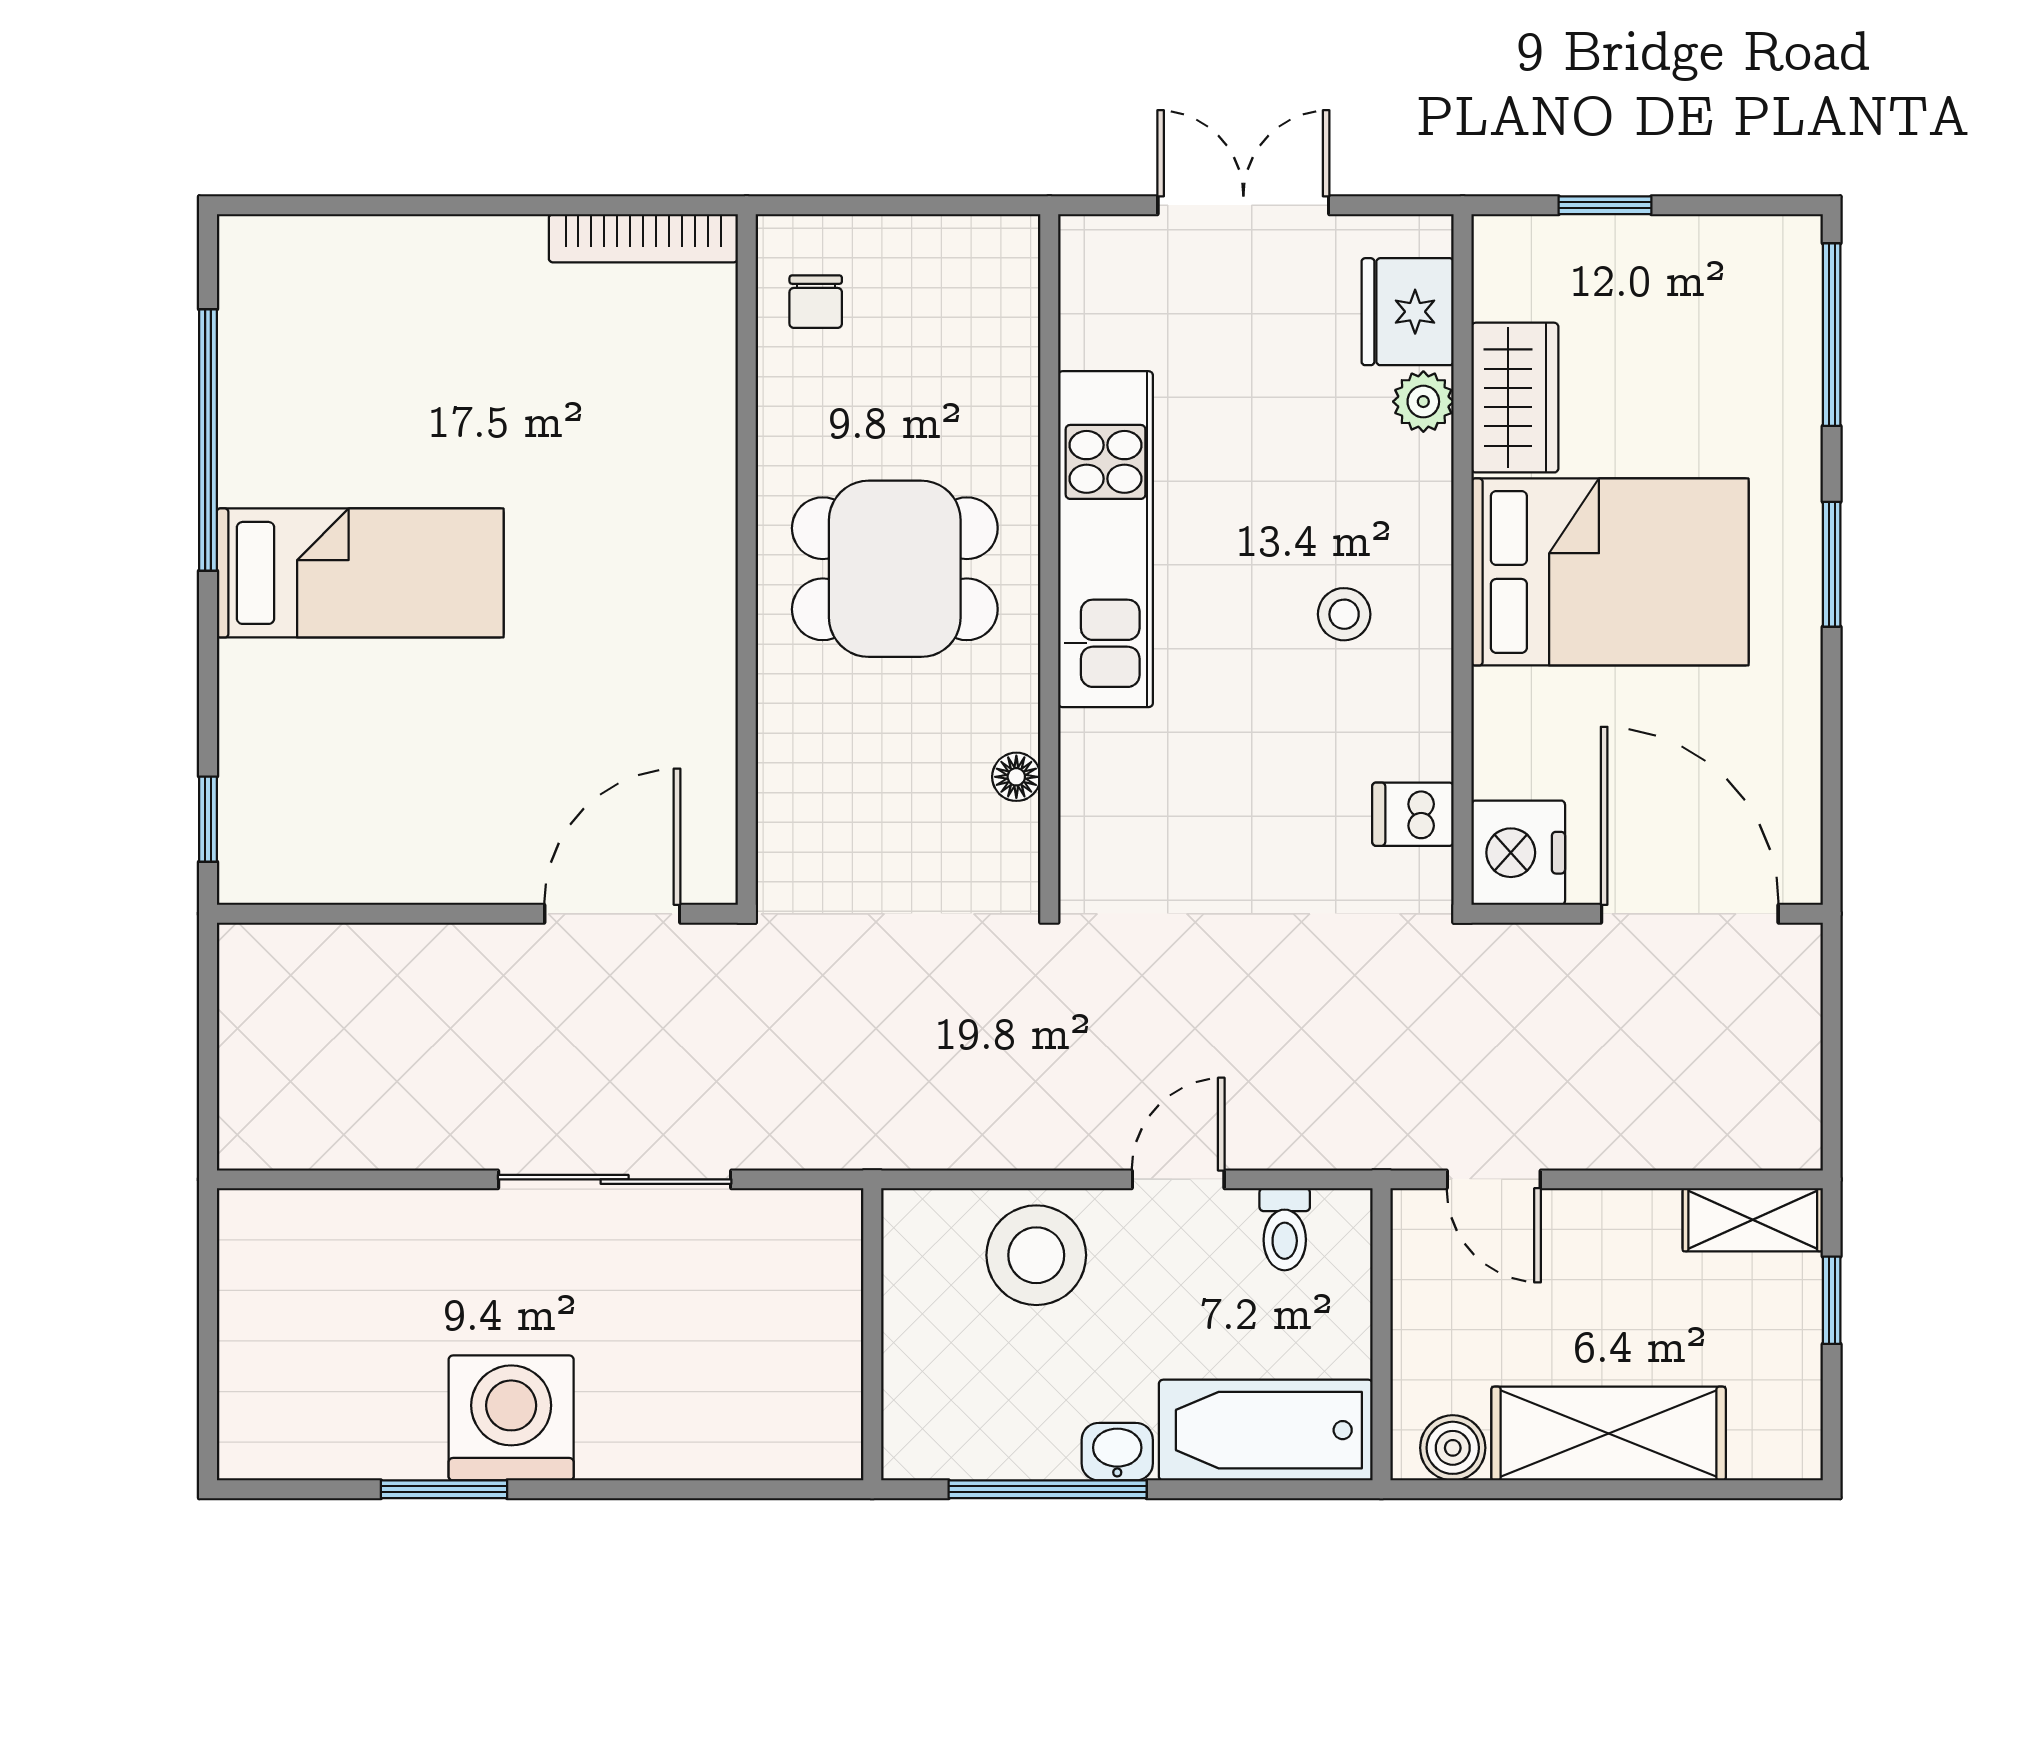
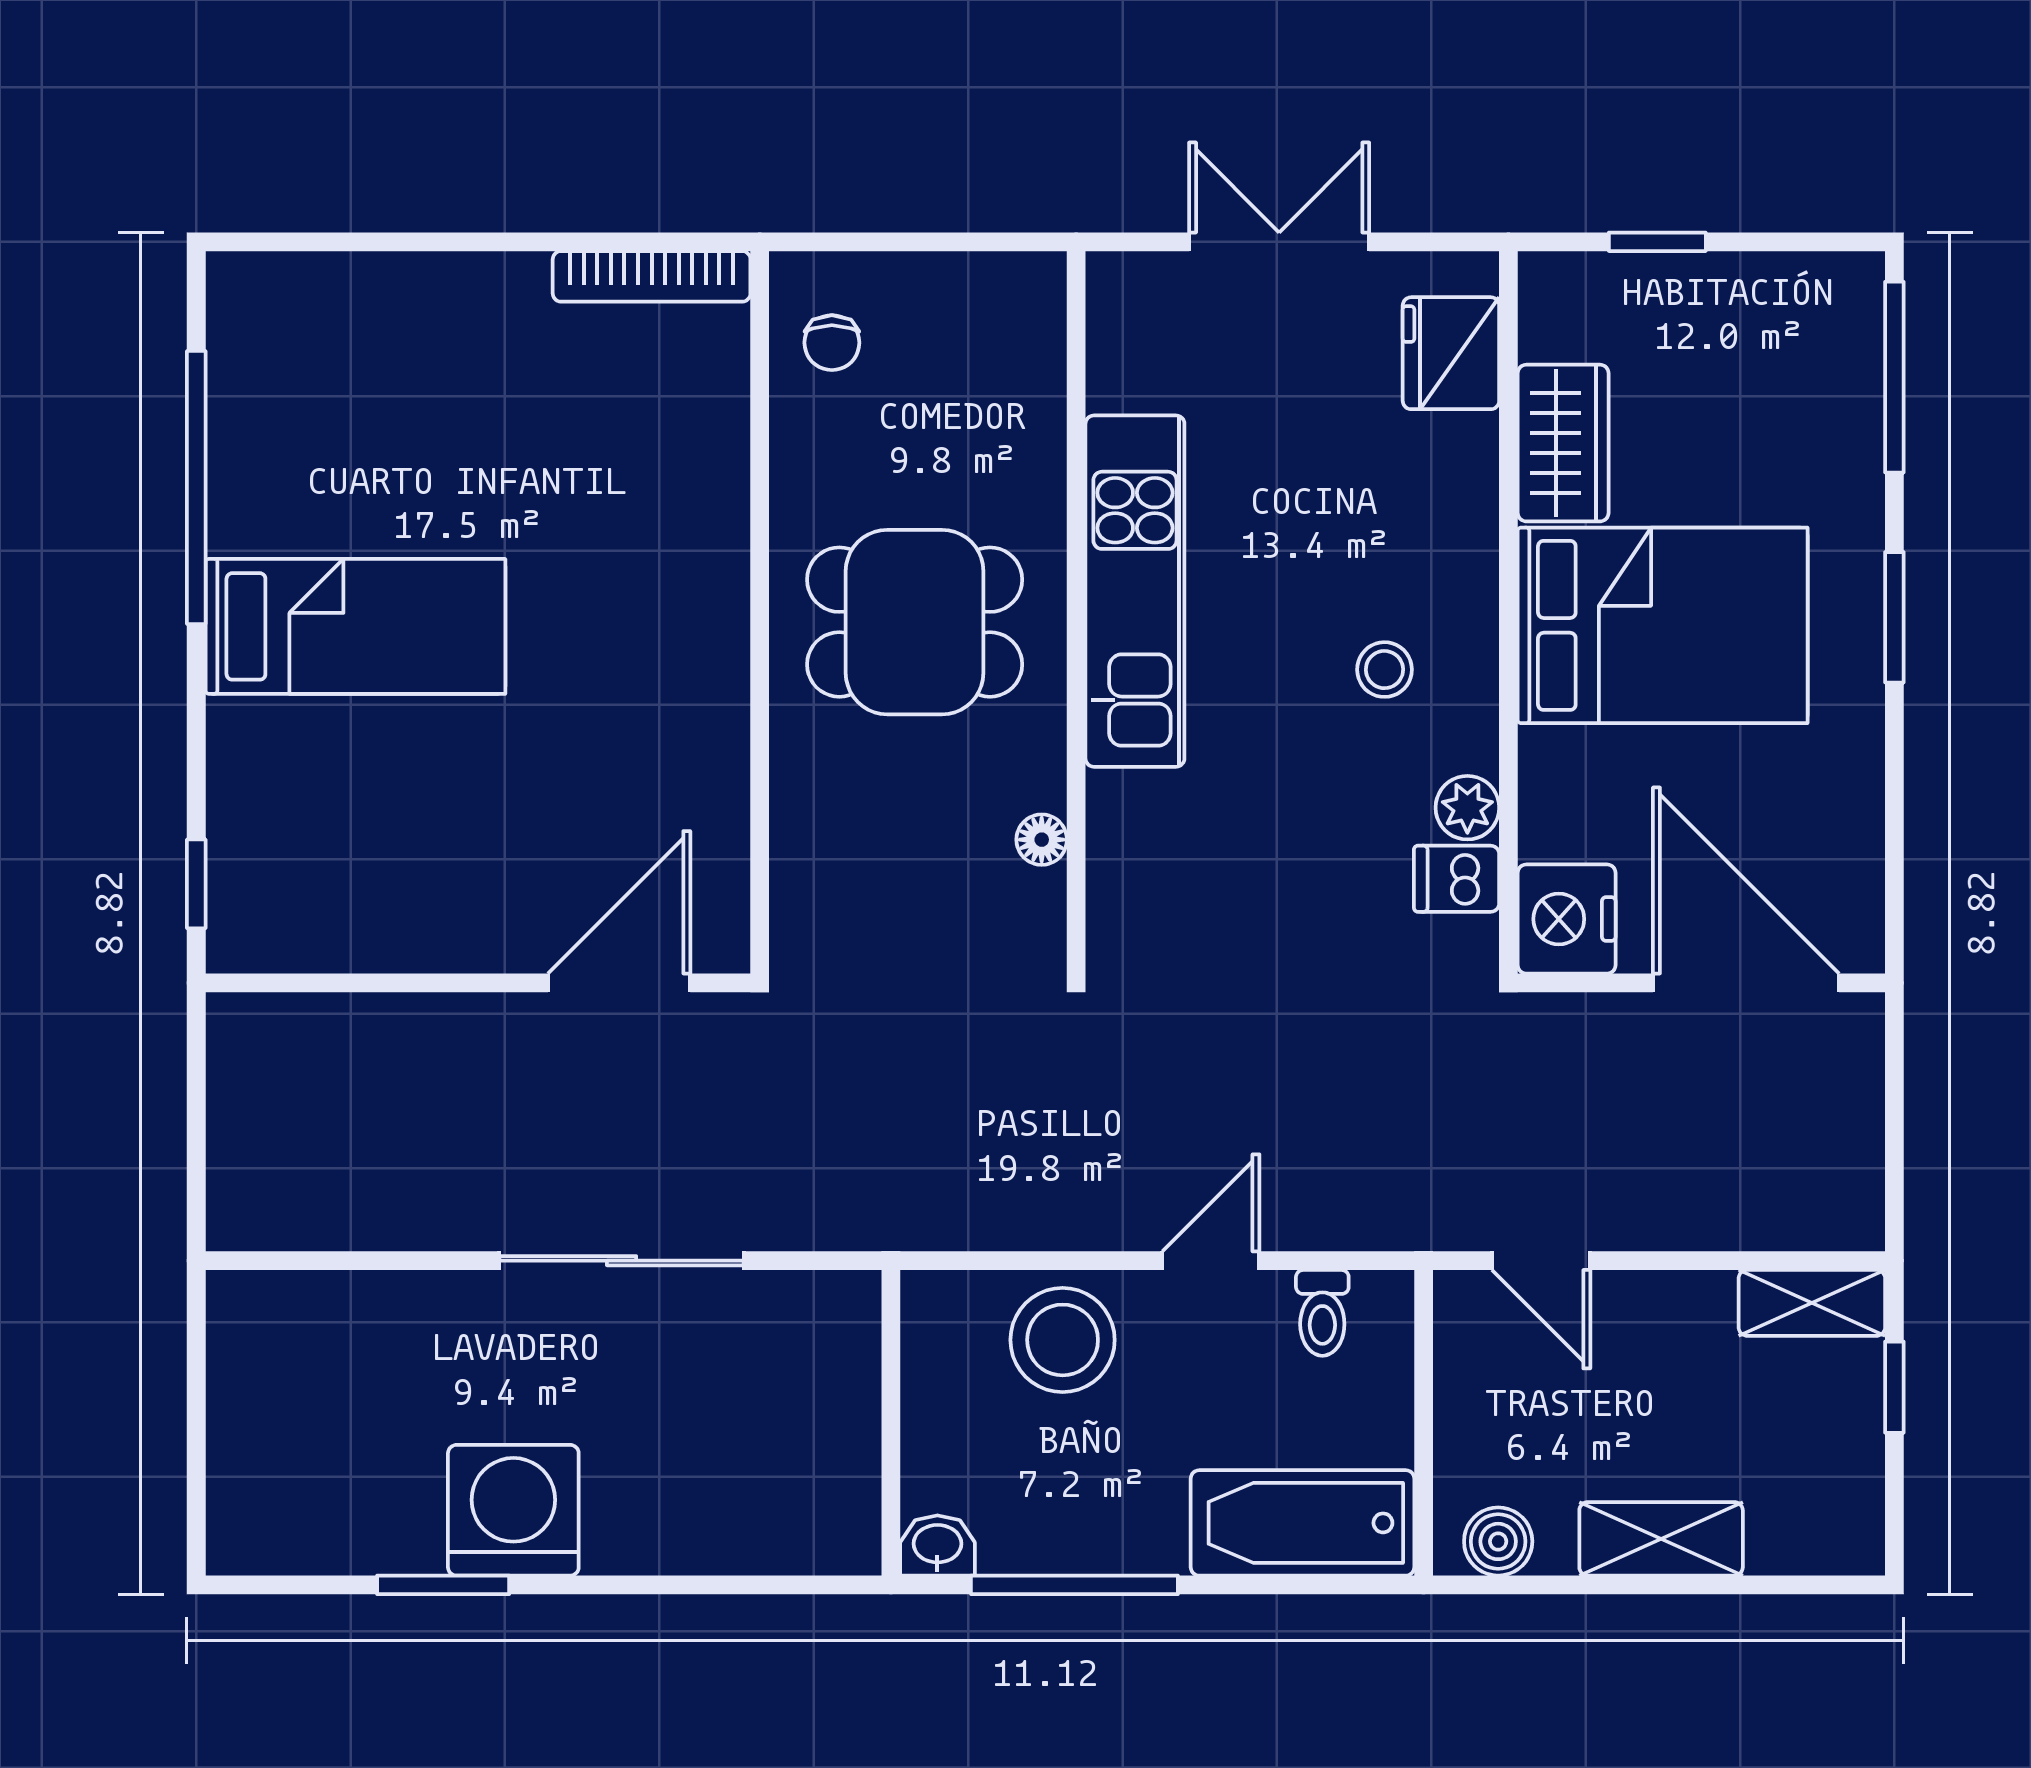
plant: (1423, 402) -> (1467, 808), moved
shelving: (1609, 1434) -> (1661, 1539), width x0.67, depth x0.75
washbasin: (1117, 1452) -> (937, 1545), moved

